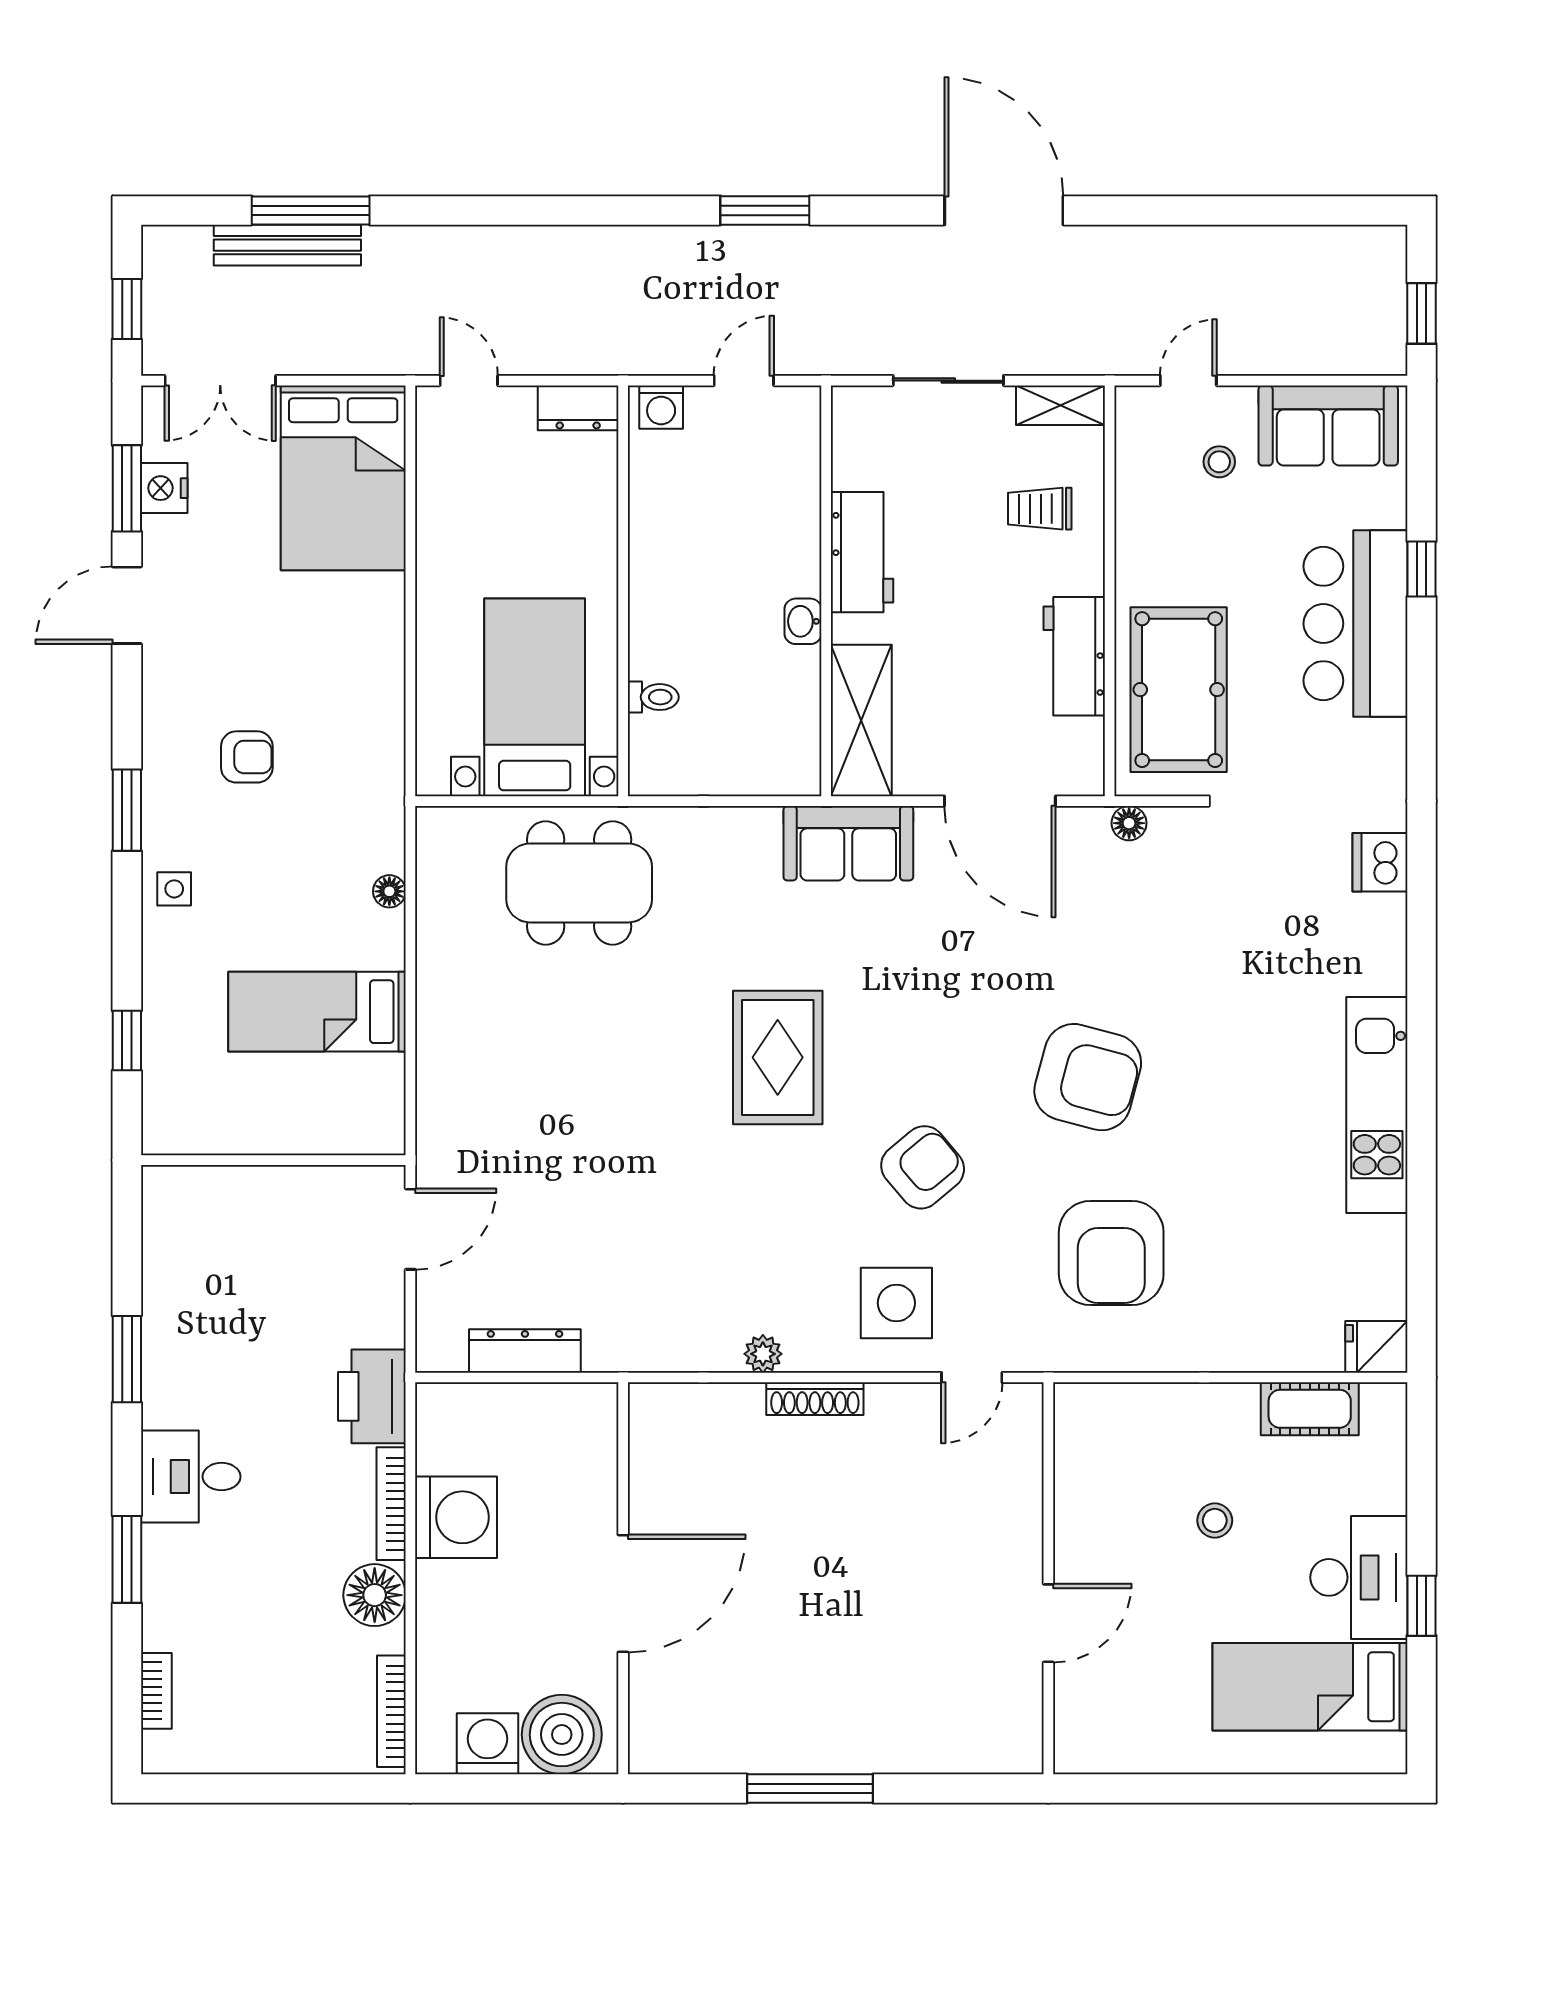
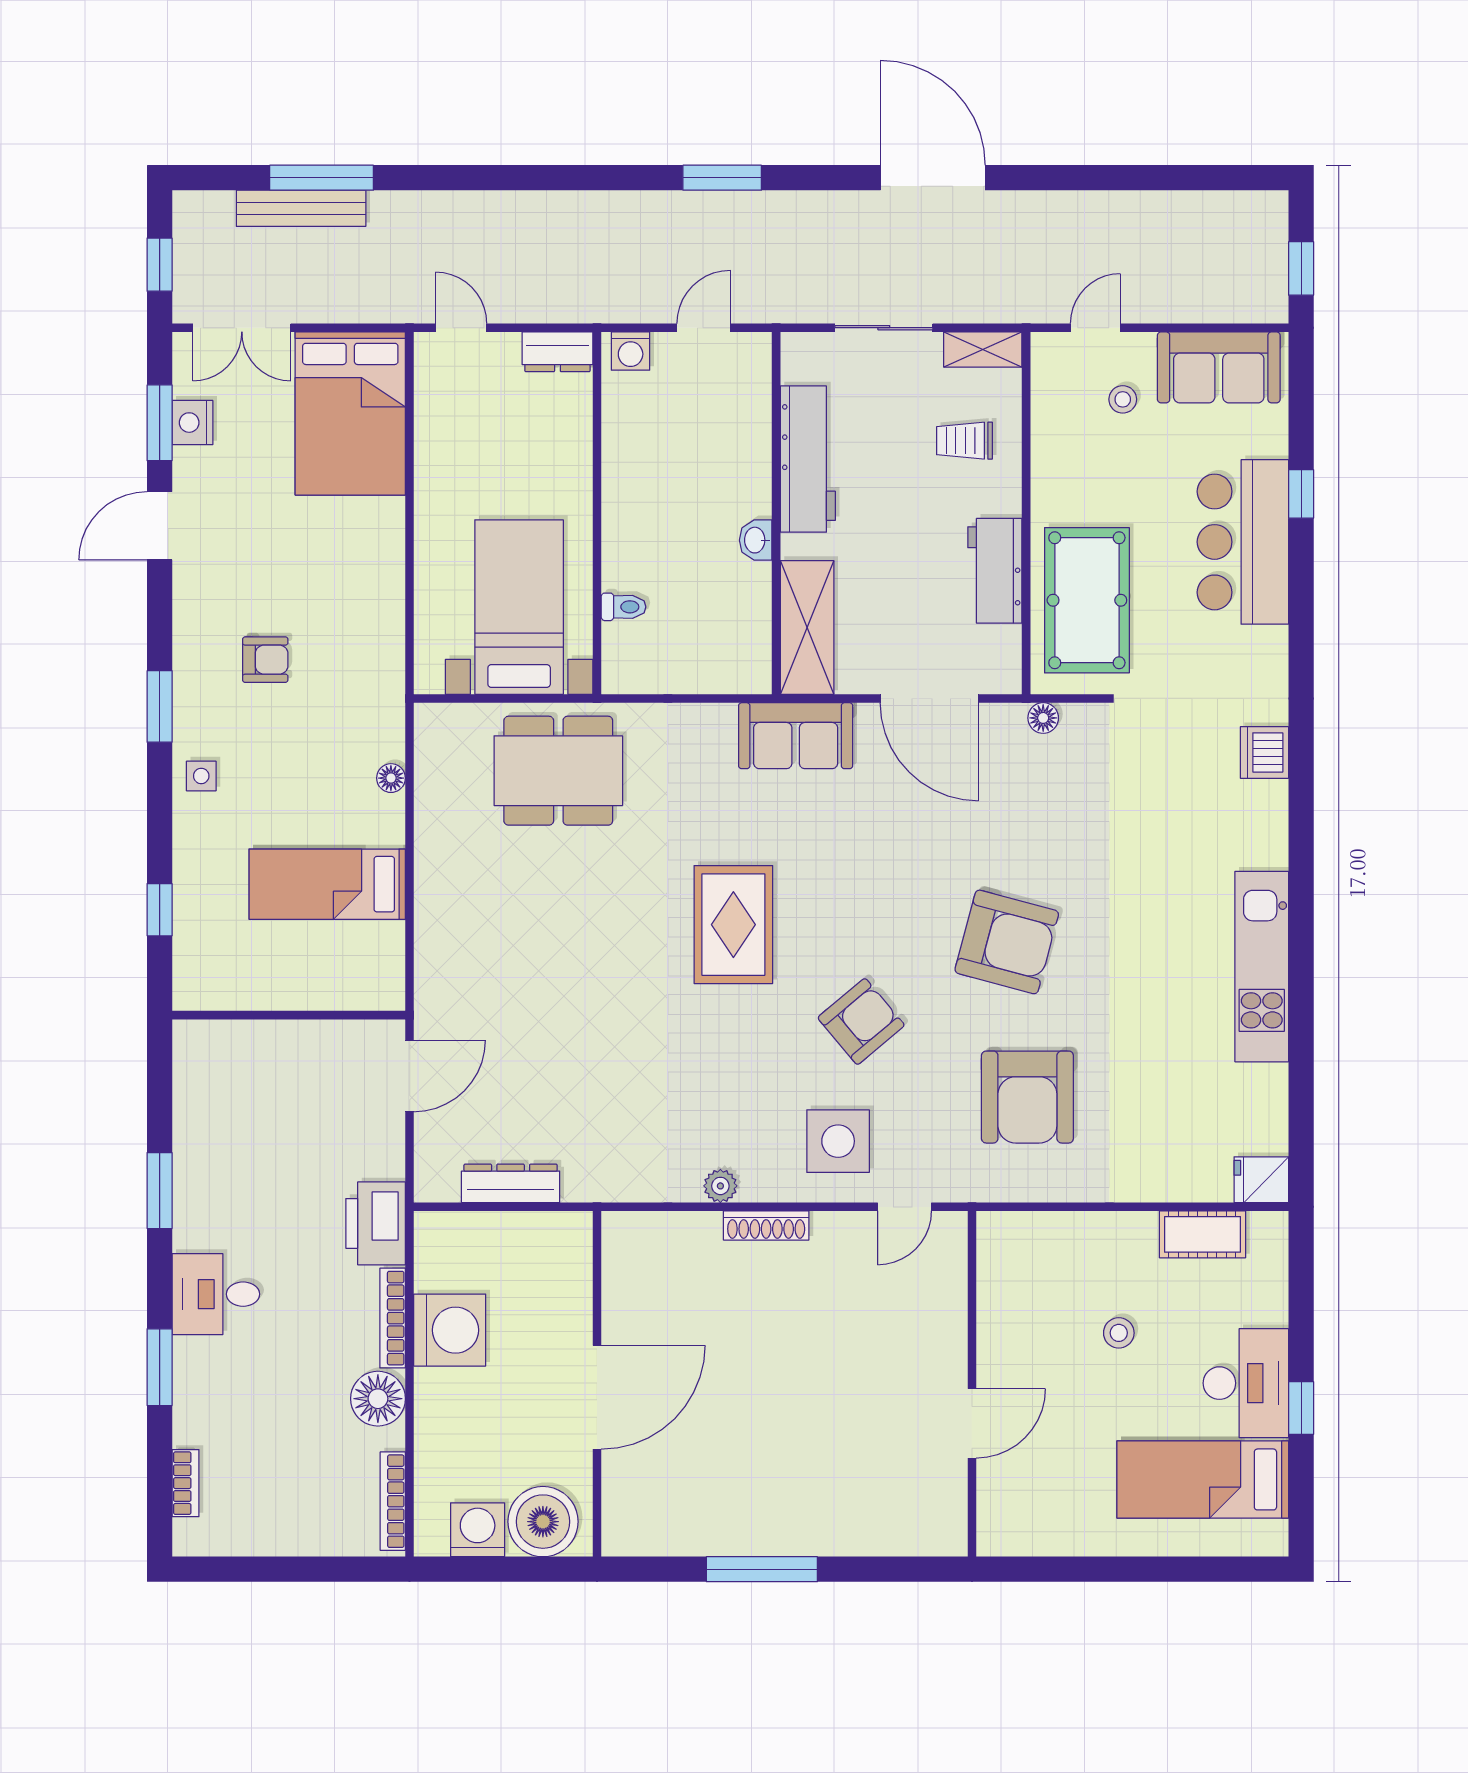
workbench: (862, 552) -> (808, 459), width x1.37

